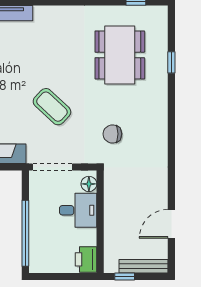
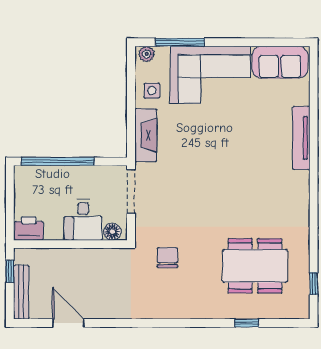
coffee table: (52, 107) -> (198, 191), removed

